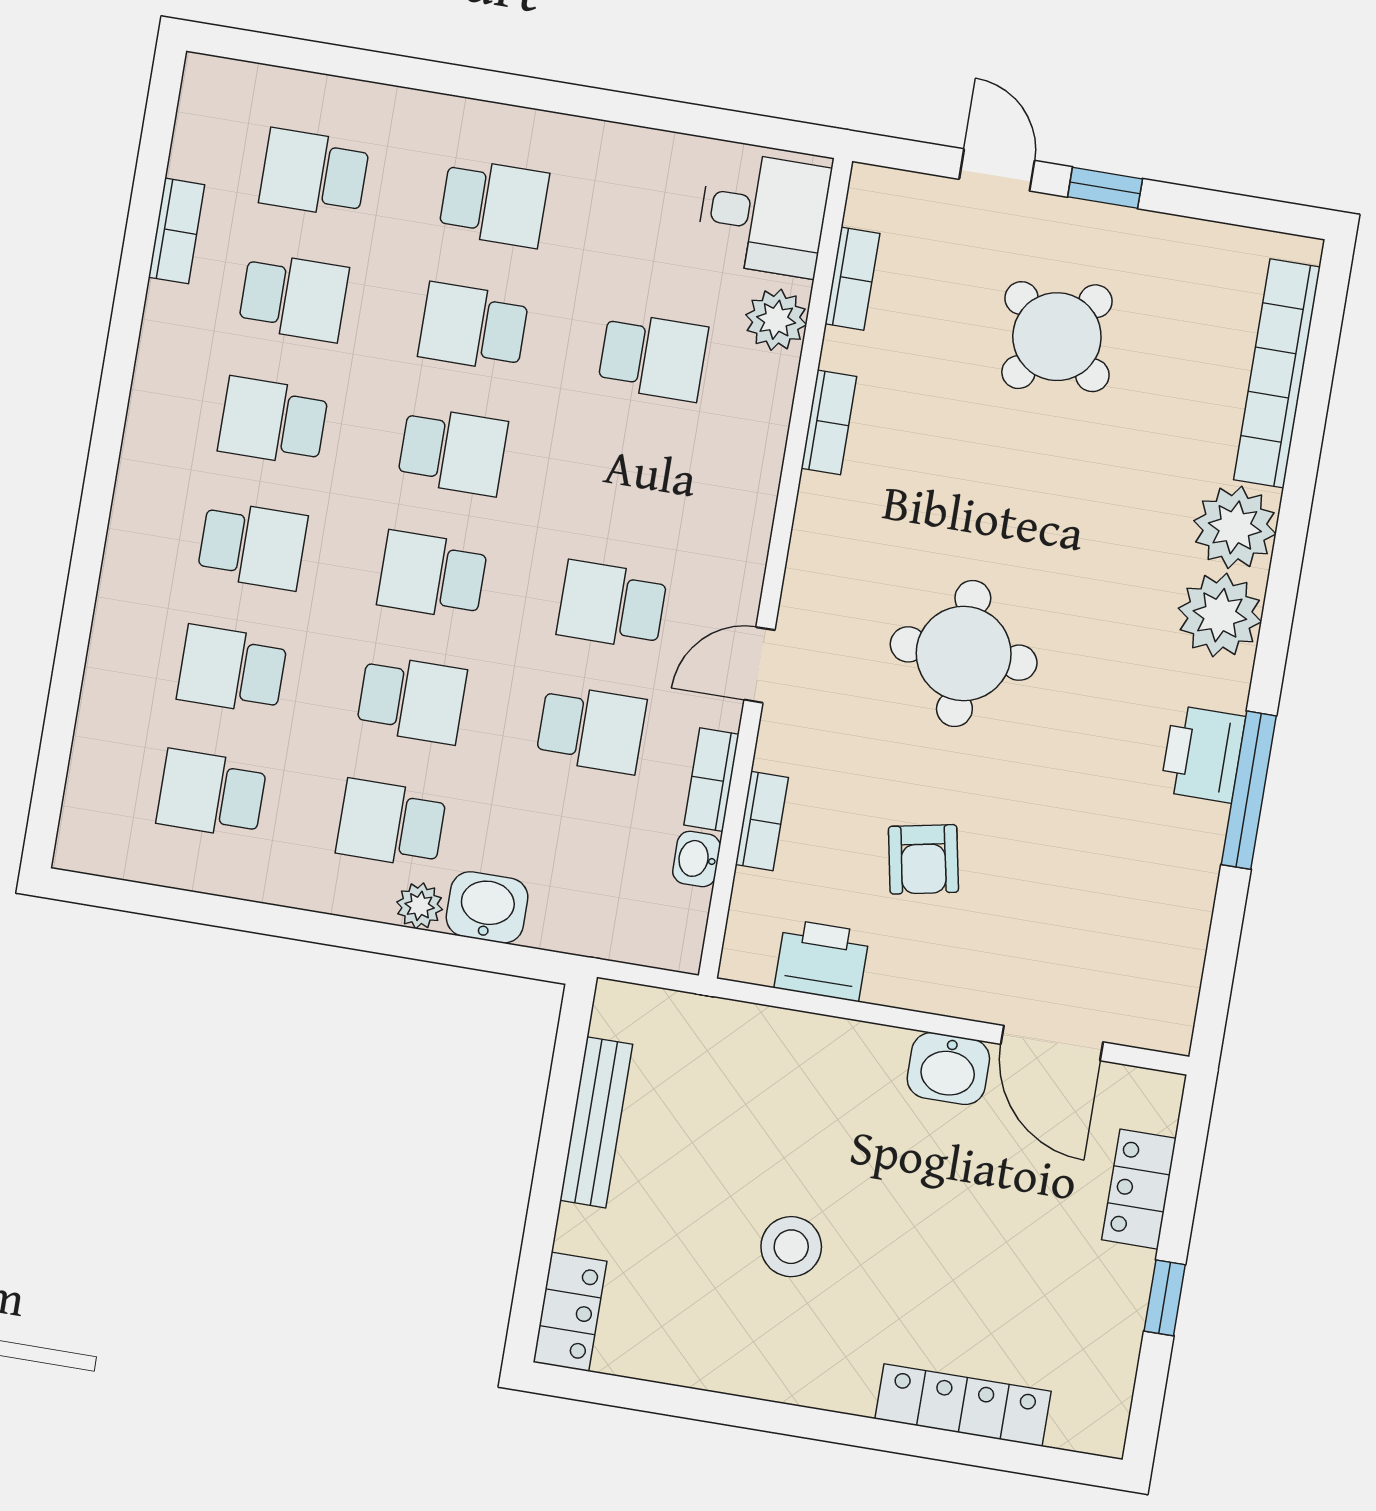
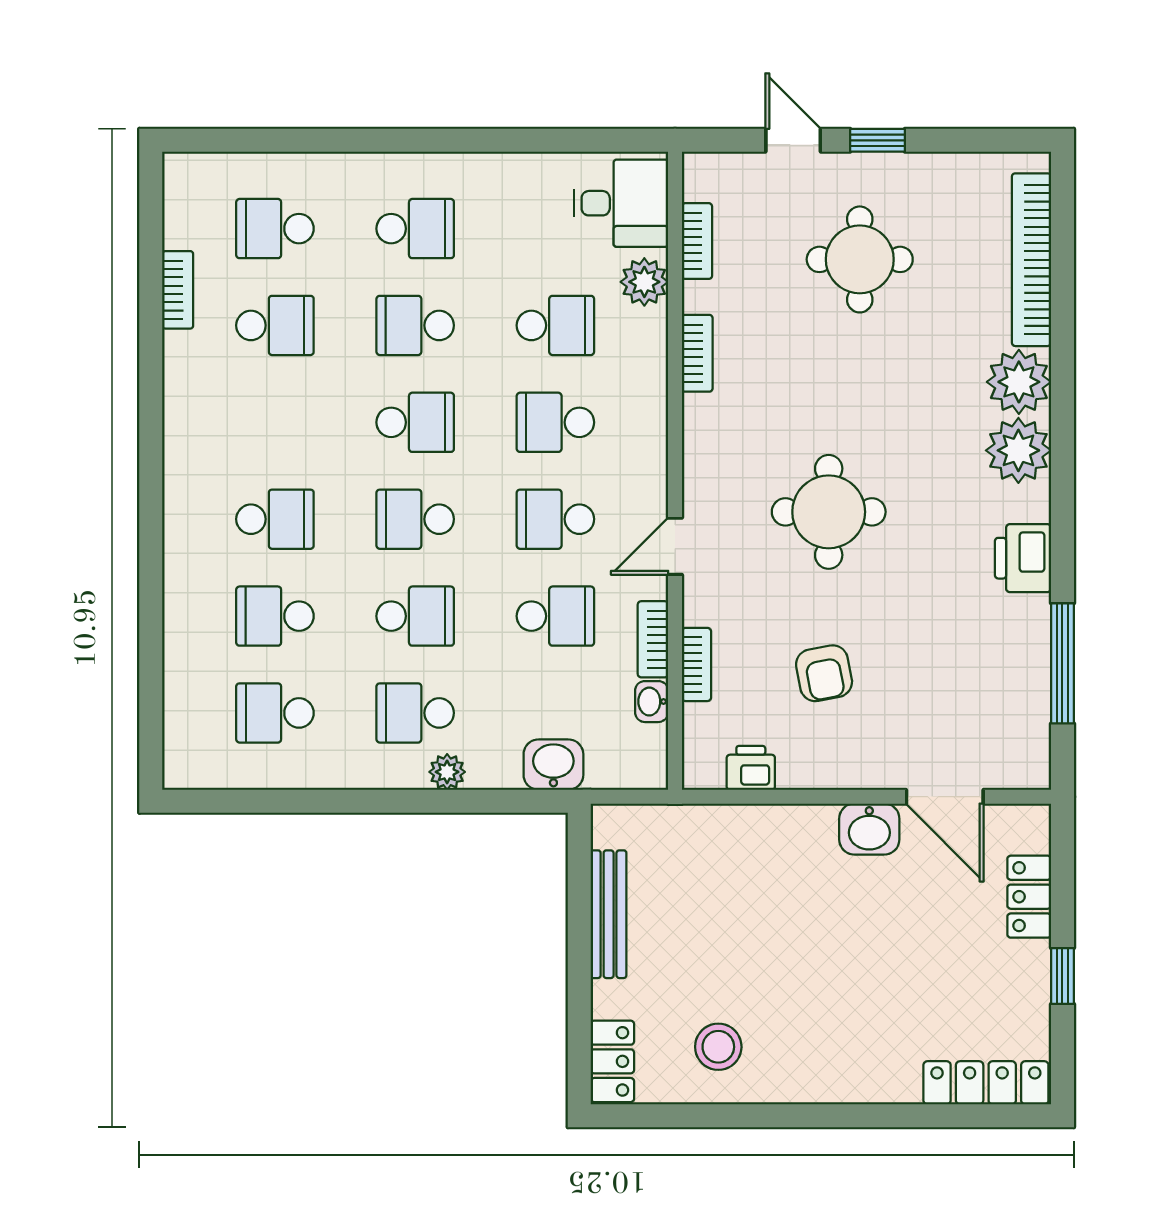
round table: (1057, 337) -> (860, 259), turned -38
school desk: (273, 421) -> (555, 422), moved
window: (1249, 790) -> (1062, 663), moved
washbasin: (487, 907) -> (553, 765), moved
printer: (822, 960) -> (751, 768), width x0.73, depth x0.81
stool: (791, 1247) -> (718, 1047), moved
locker: (963, 1405) -> (986, 1083), moved

